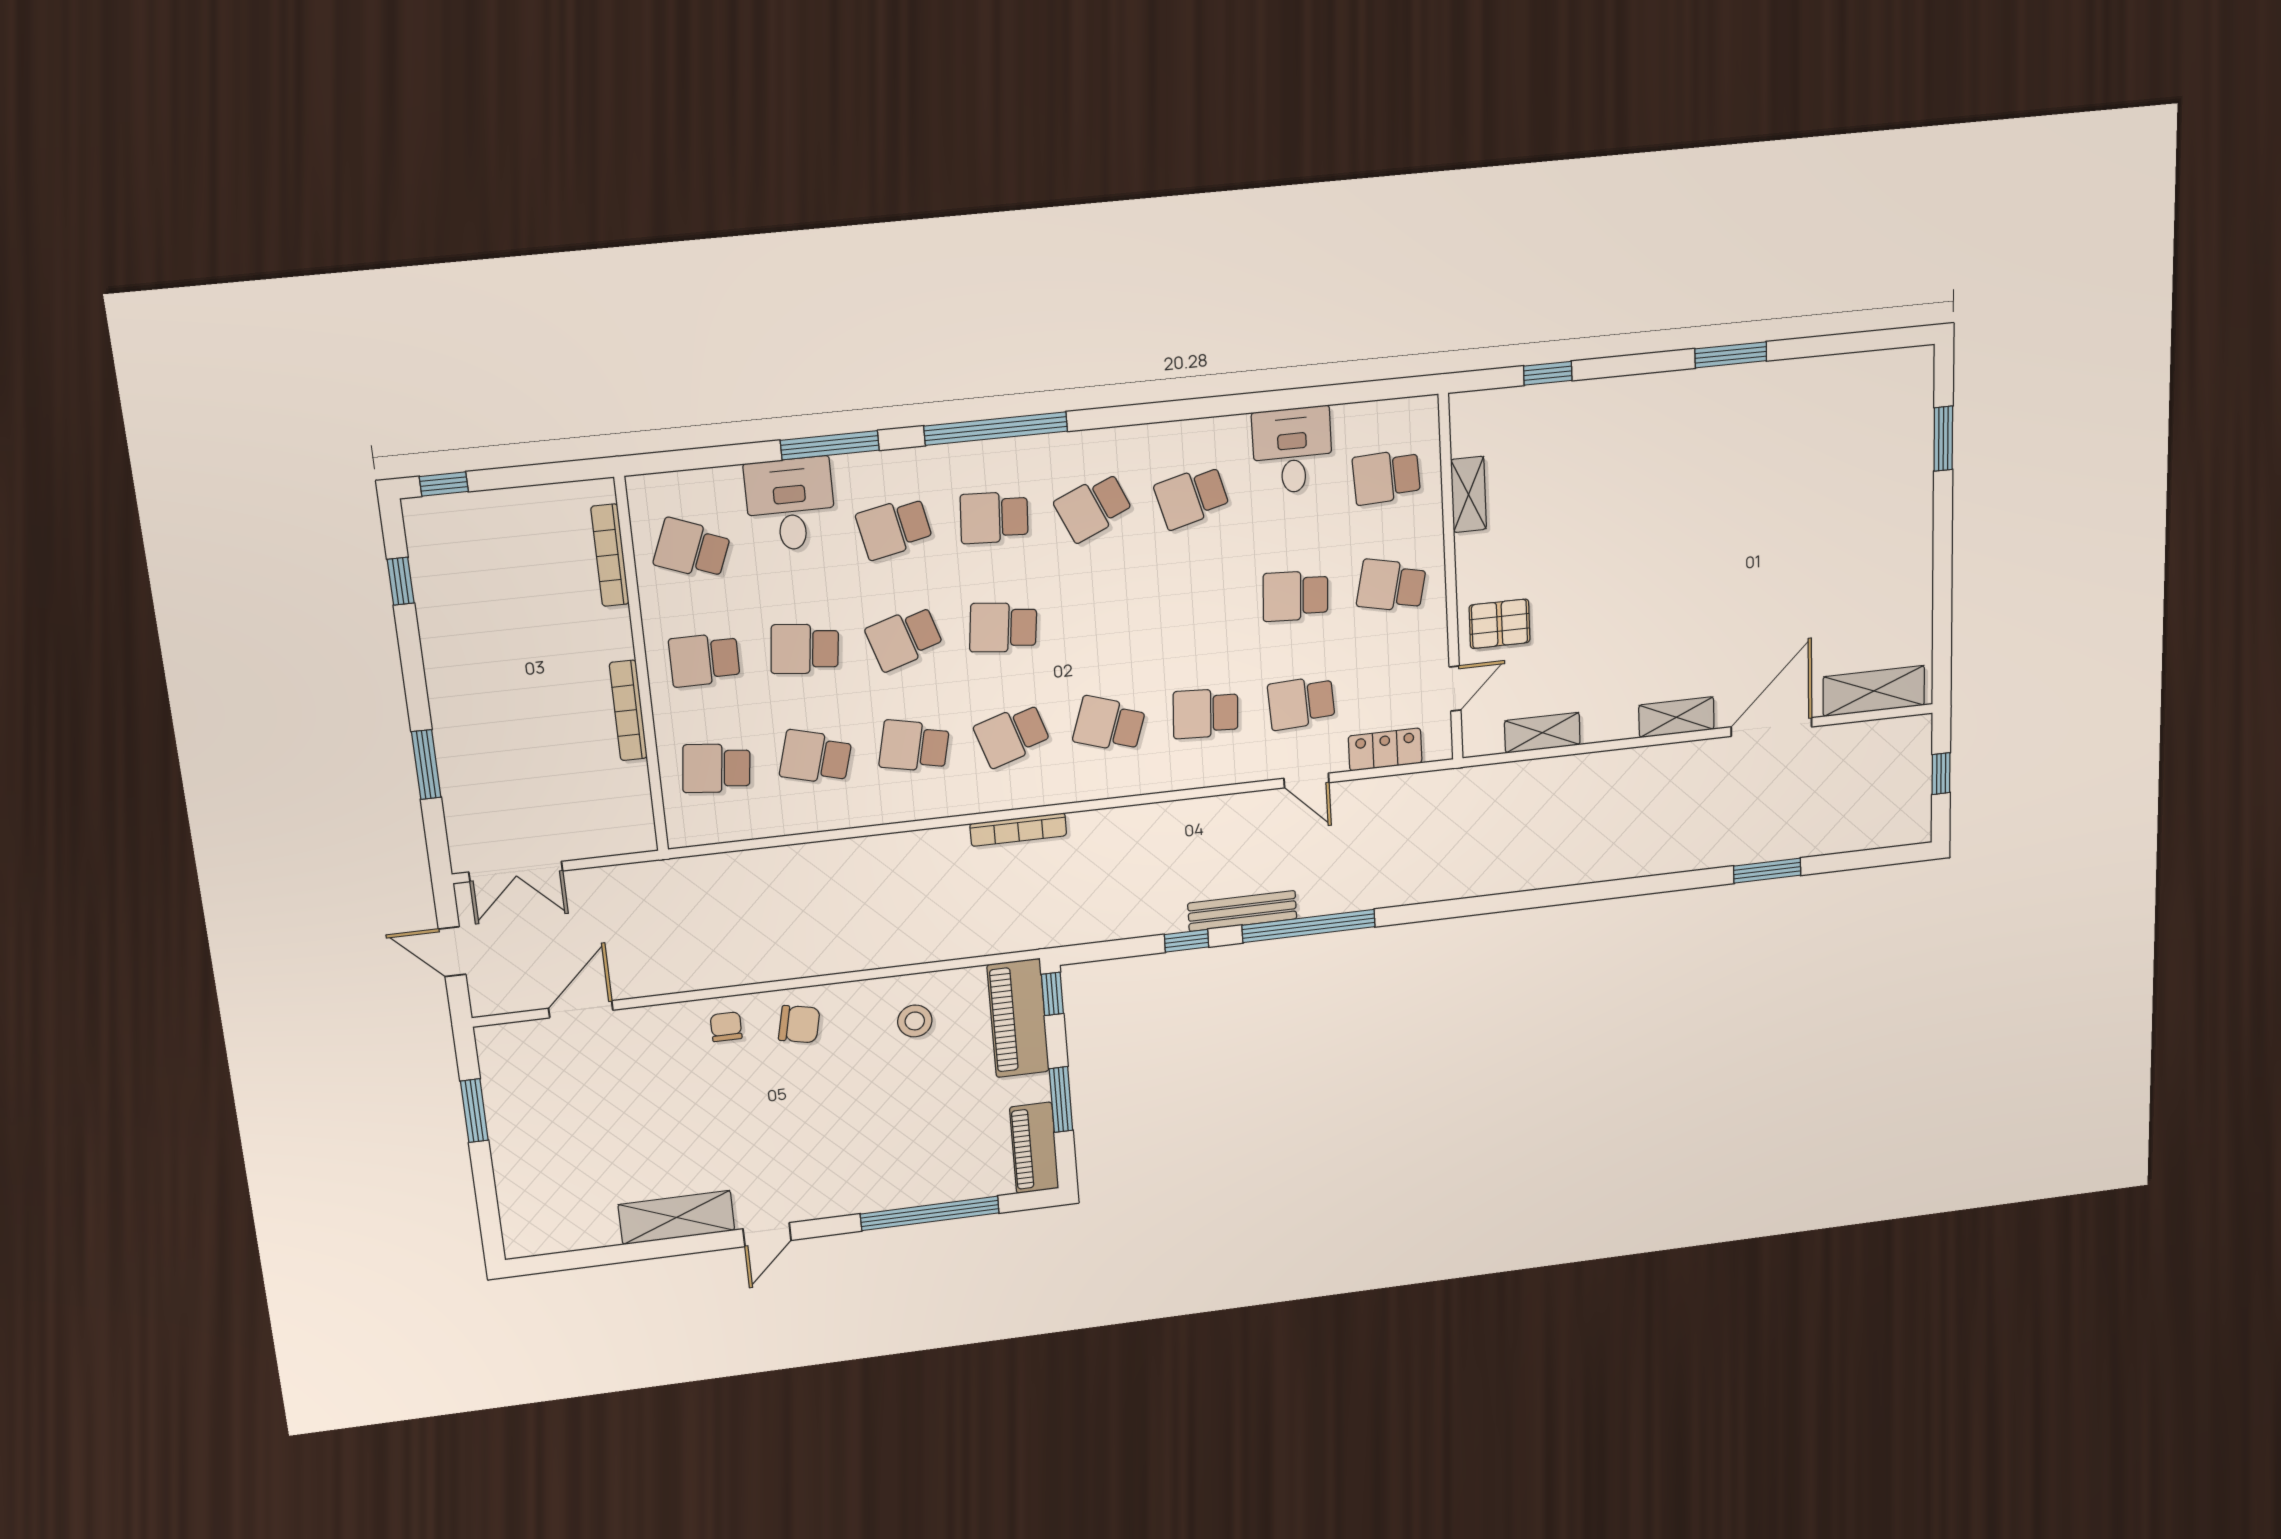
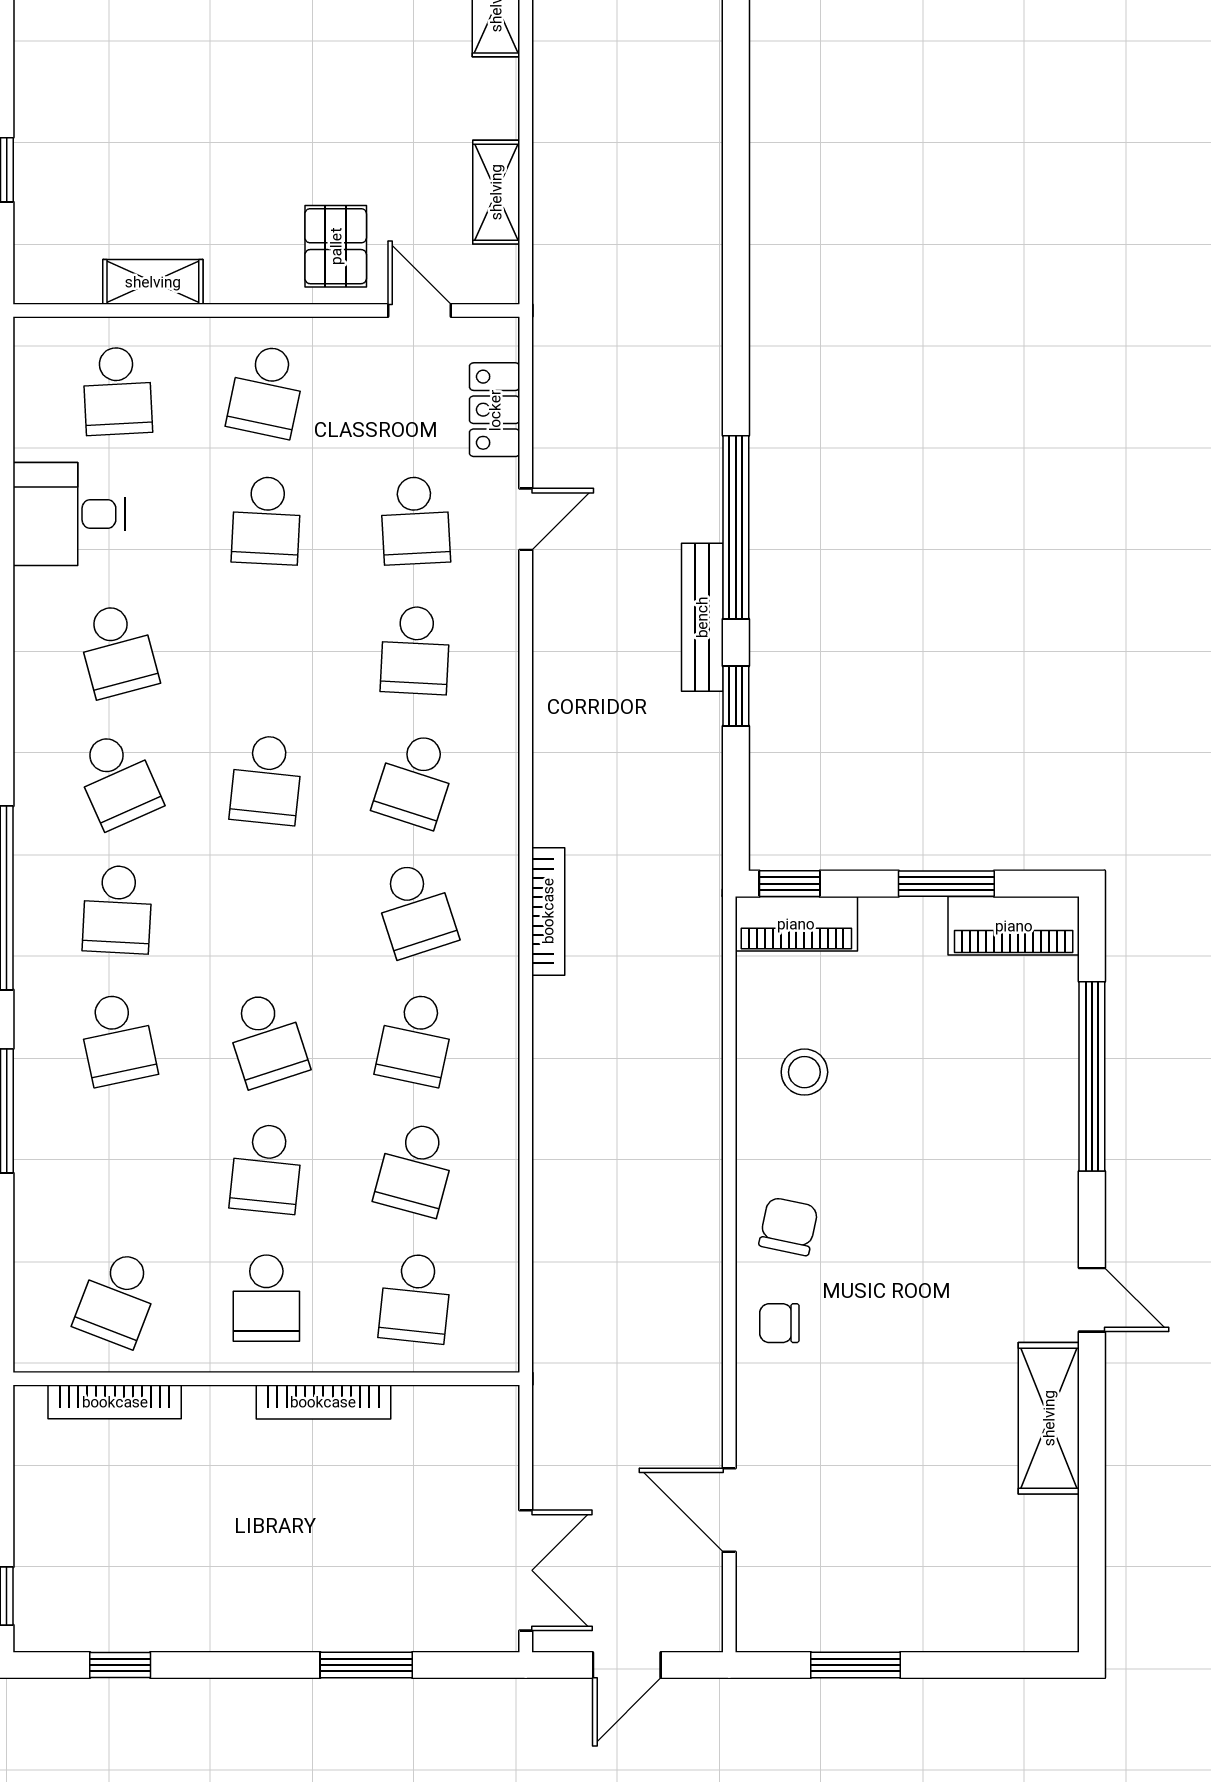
desk: (790, 504) -> (72, 1168), removed
school desk: (1003, 627) -> (266, 780), moved
piano: (1018, 1018) -> (796, 924), width x0.73, depth x0.75

